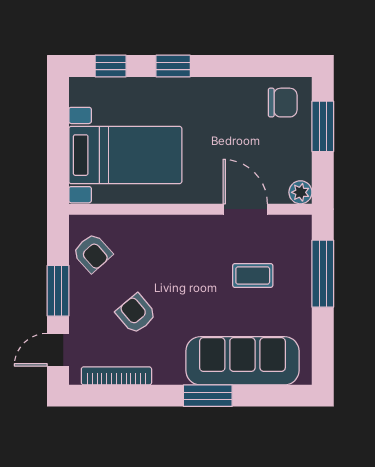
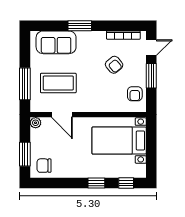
armchair: (92, 253) -> (135, 94), turned -138
coffee table: (253, 275) -> (58, 83), width x1.86, depth x1.72
sofa: (242, 361) -> (56, 42), width x0.73

